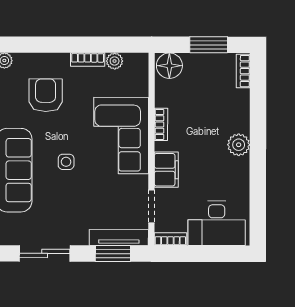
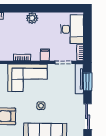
filing cabinet: (166, 170) -> (45, 55), width x0.50

